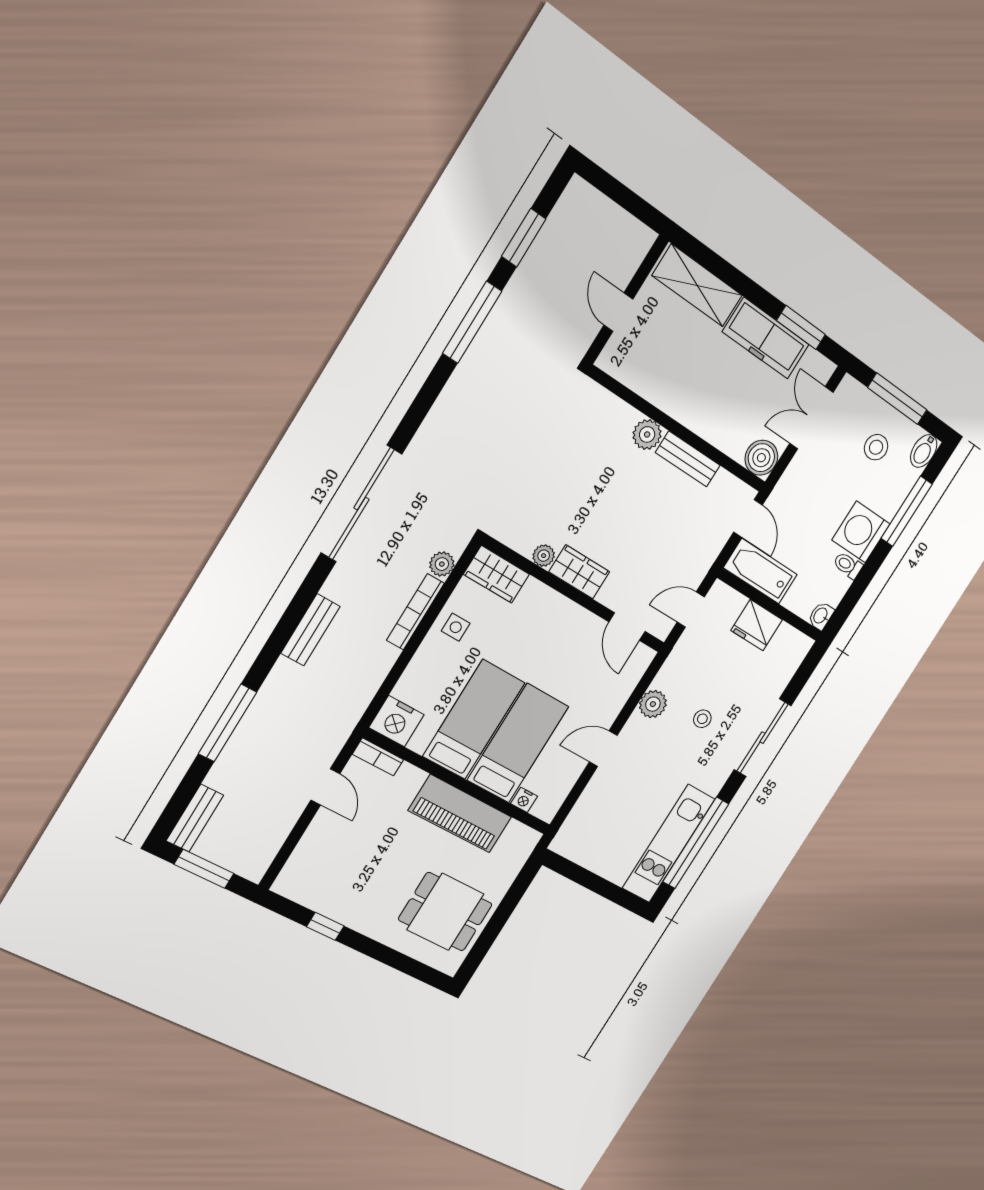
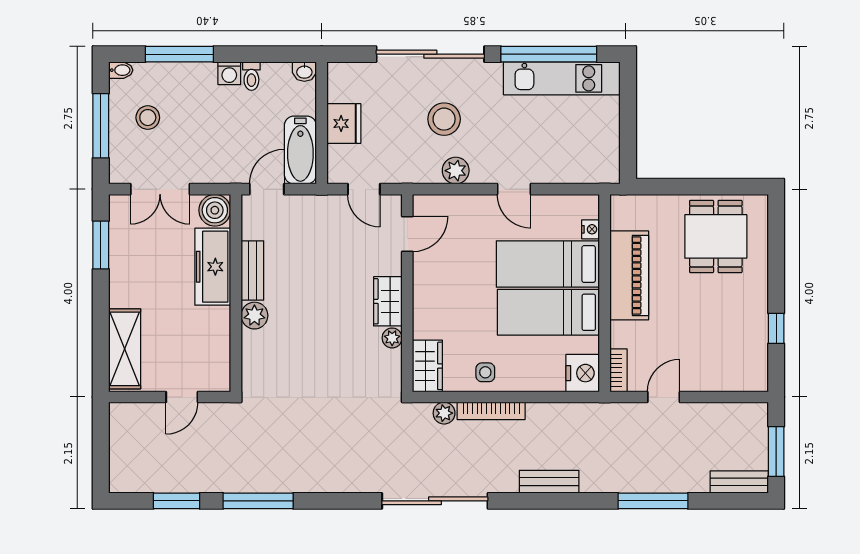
freezer: (766, 338) -> (213, 267), moved, turned 180
bidet: (924, 451) -> (121, 70), width x0.72, depth x0.74
washing machine: (861, 532) -> (229, 73), width x0.53, depth x0.53
stool: (702, 719) -> (444, 119), width x1.89, depth x1.89
sliding door: (763, 738) -> (430, 54), width x1.36

